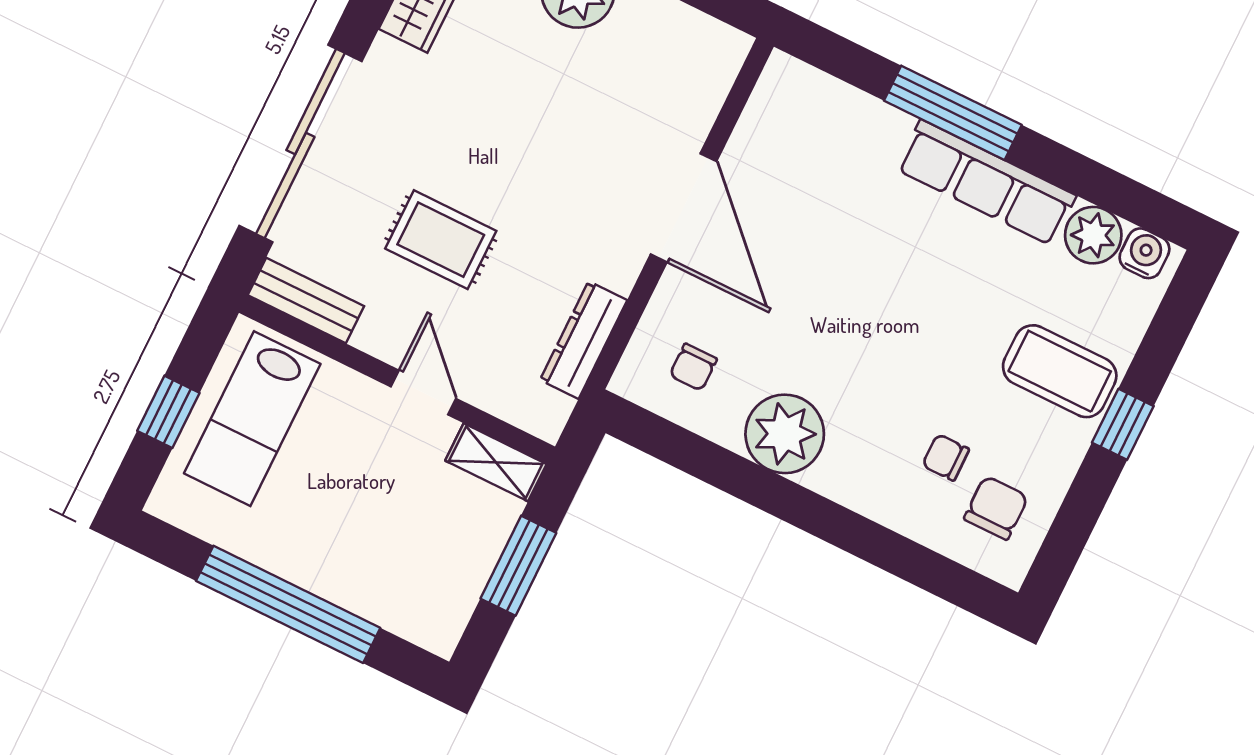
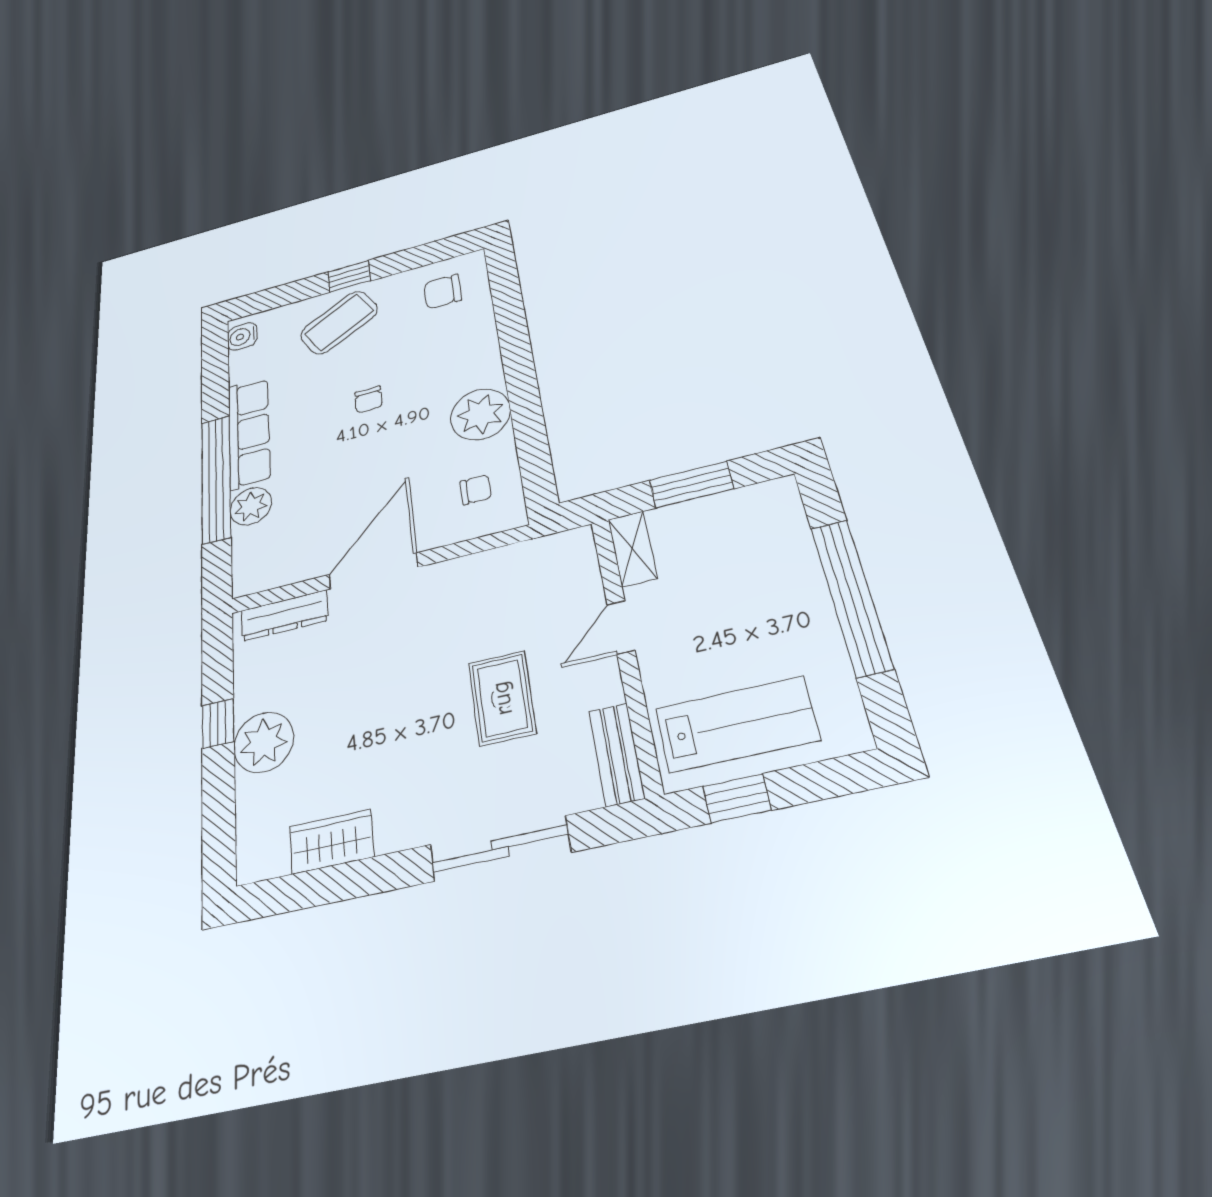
window: (953, 113) -> (216, 478), width x1.46
sliding door: (300, 144) -> (500, 849), width x0.73
plant: (1093, 235) -> (251, 506), moved
dresser: (584, 340) -> (285, 616), moved
coffee table: (1060, 371) -> (339, 322), turned 60
window: (168, 412) -> (737, 798), moved
chair: (946, 457) -> (368, 400), moved

